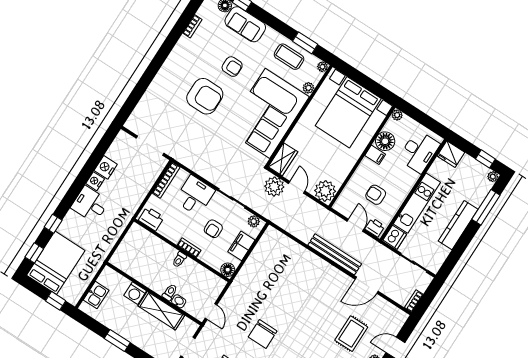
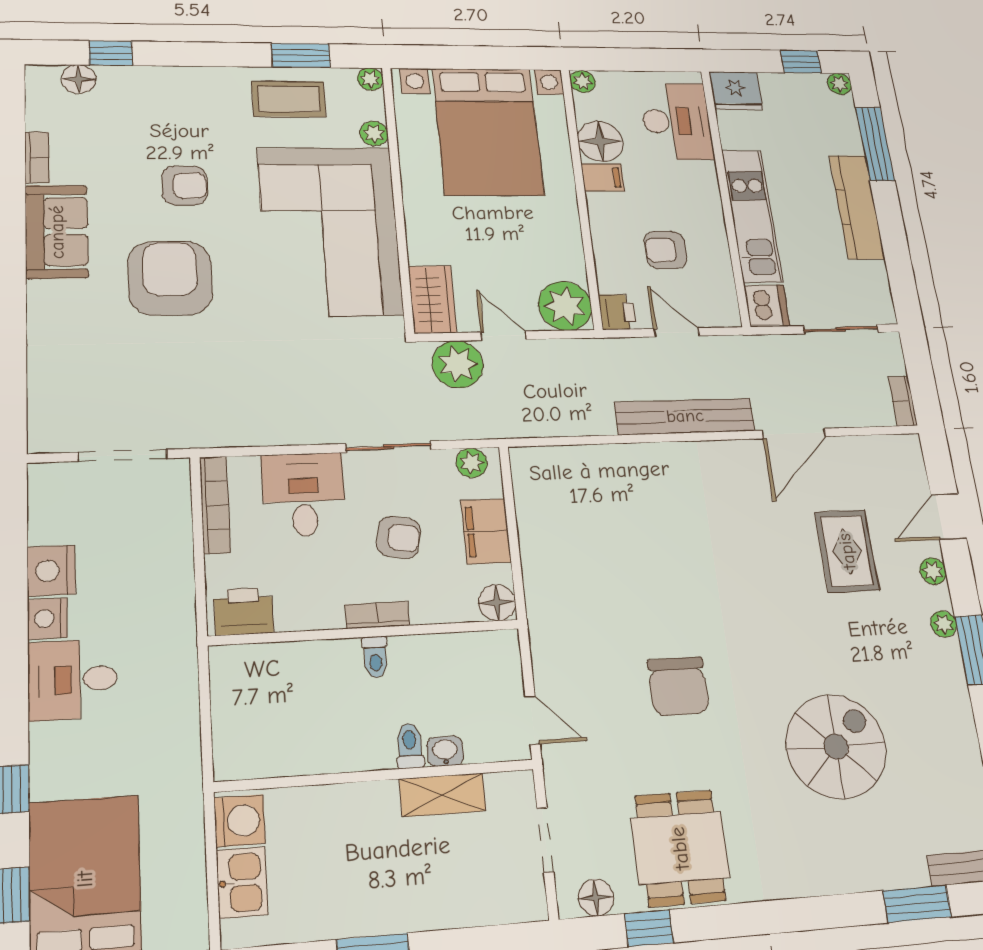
sofa: (245, 24) -> (57, 232), moved, turned -90
armchair: (205, 96) -> (170, 278), turned -90
printer: (375, 227) -> (617, 312), moved, turned 90
armchair: (213, 229) -> (399, 537), turned -79
washing machine: (135, 293) -> (240, 821), moved, turned -90
shelving: (161, 311) -> (443, 795), width x0.67, depth x0.75

